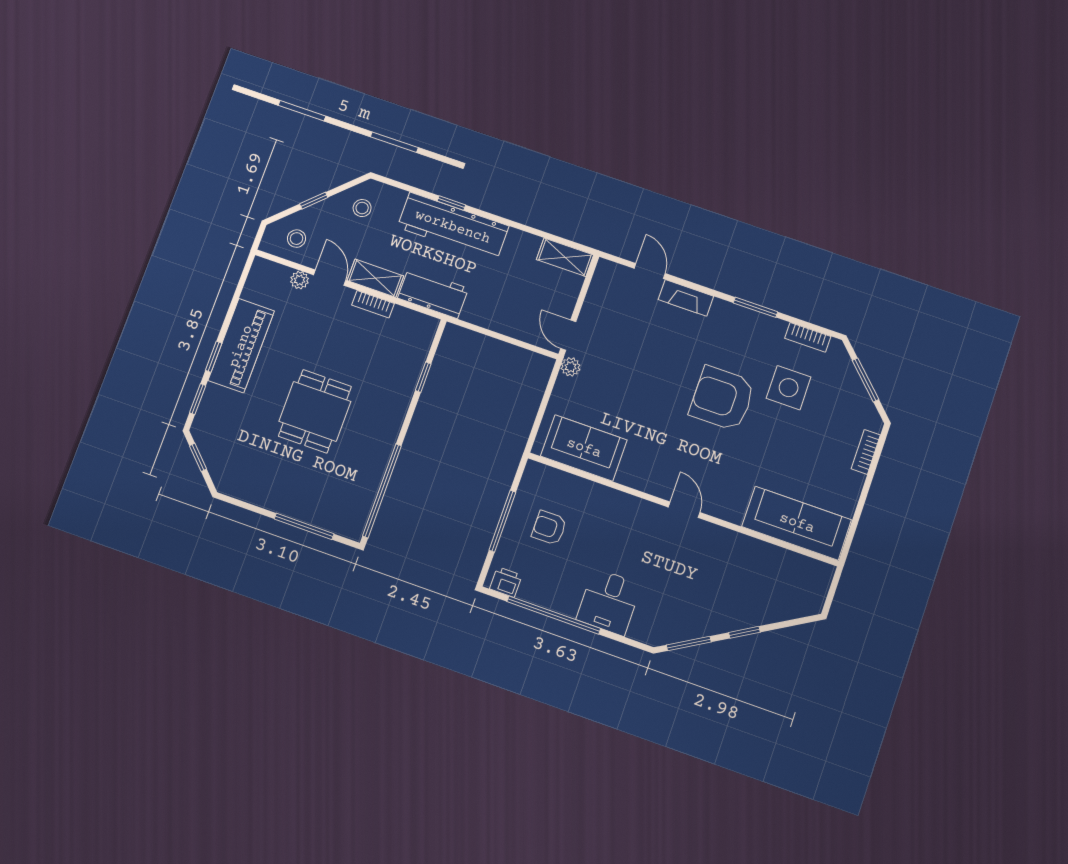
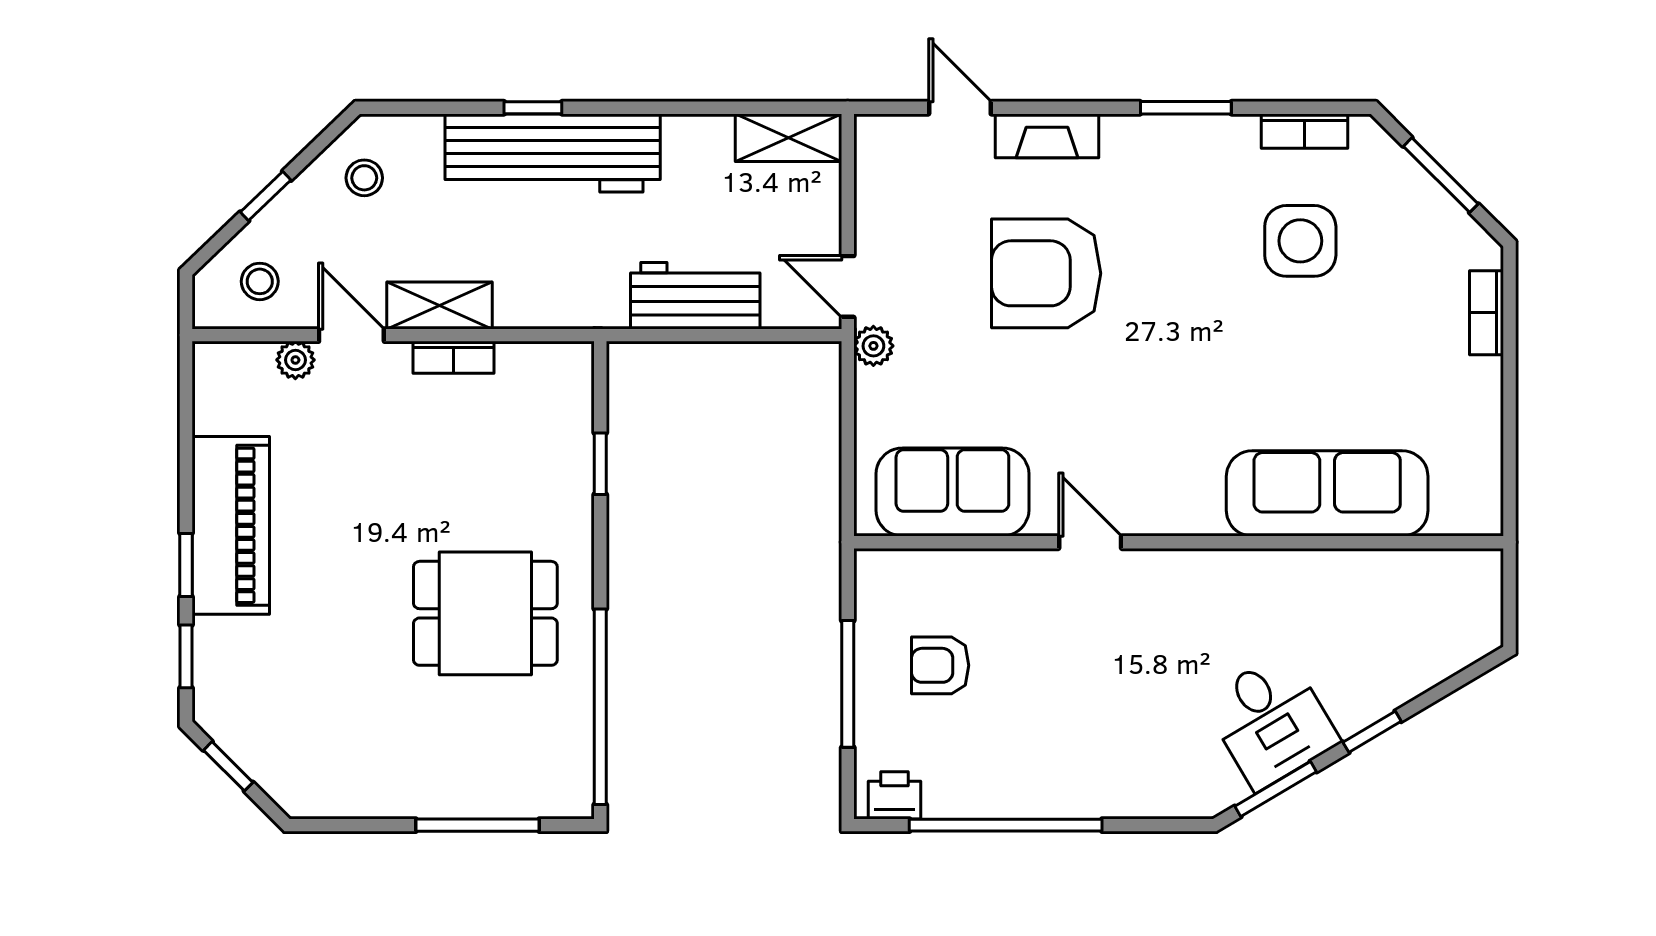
workbench: (433, 293) -> (695, 296), moved
armchair: (722, 398) -> (1046, 273), moved
dining table: (315, 411) -> (485, 613), moved, turned 90
door: (684, 510) -> (1090, 542), moved
sofa: (797, 523) -> (1327, 493), moved
desk: (609, 602) -> (1271, 721), moved, turned -31

